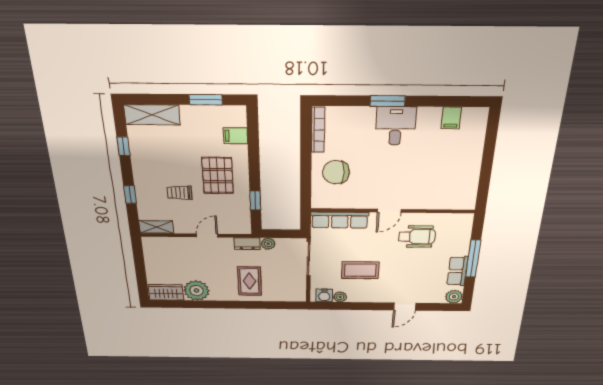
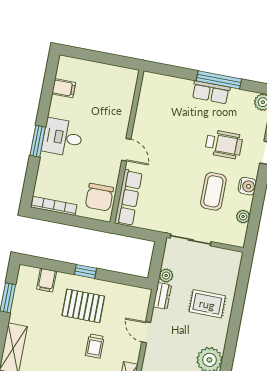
window: (255, 201) -> (85, 271), moved
door: (389, 211) -> (126, 150), moved
wall: (393, 211) -> (127, 147), moved
row of seats: (340, 220) -> (128, 198), moved
wheelchair: (417, 237) -> (224, 144), moved, turned 90
row of seats: (457, 271) -> (211, 92), moved
water cooler: (324, 295) -> (247, 186), moved

